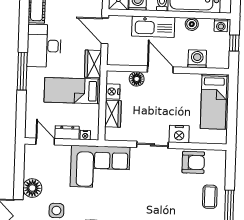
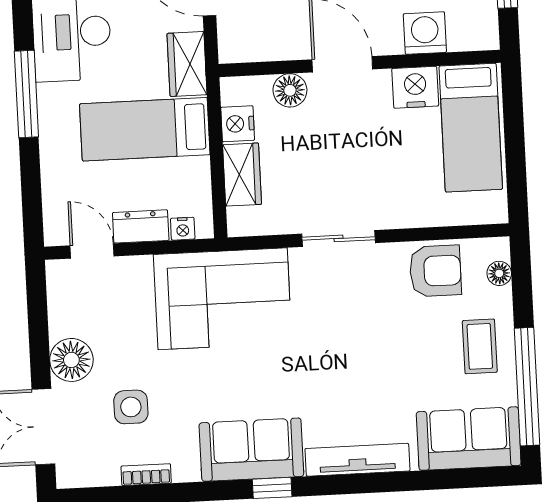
nightstand: (179, 134) -> (415, 87), moved, turned 180
floor lamp: (221, 166) -> (499, 273), added

